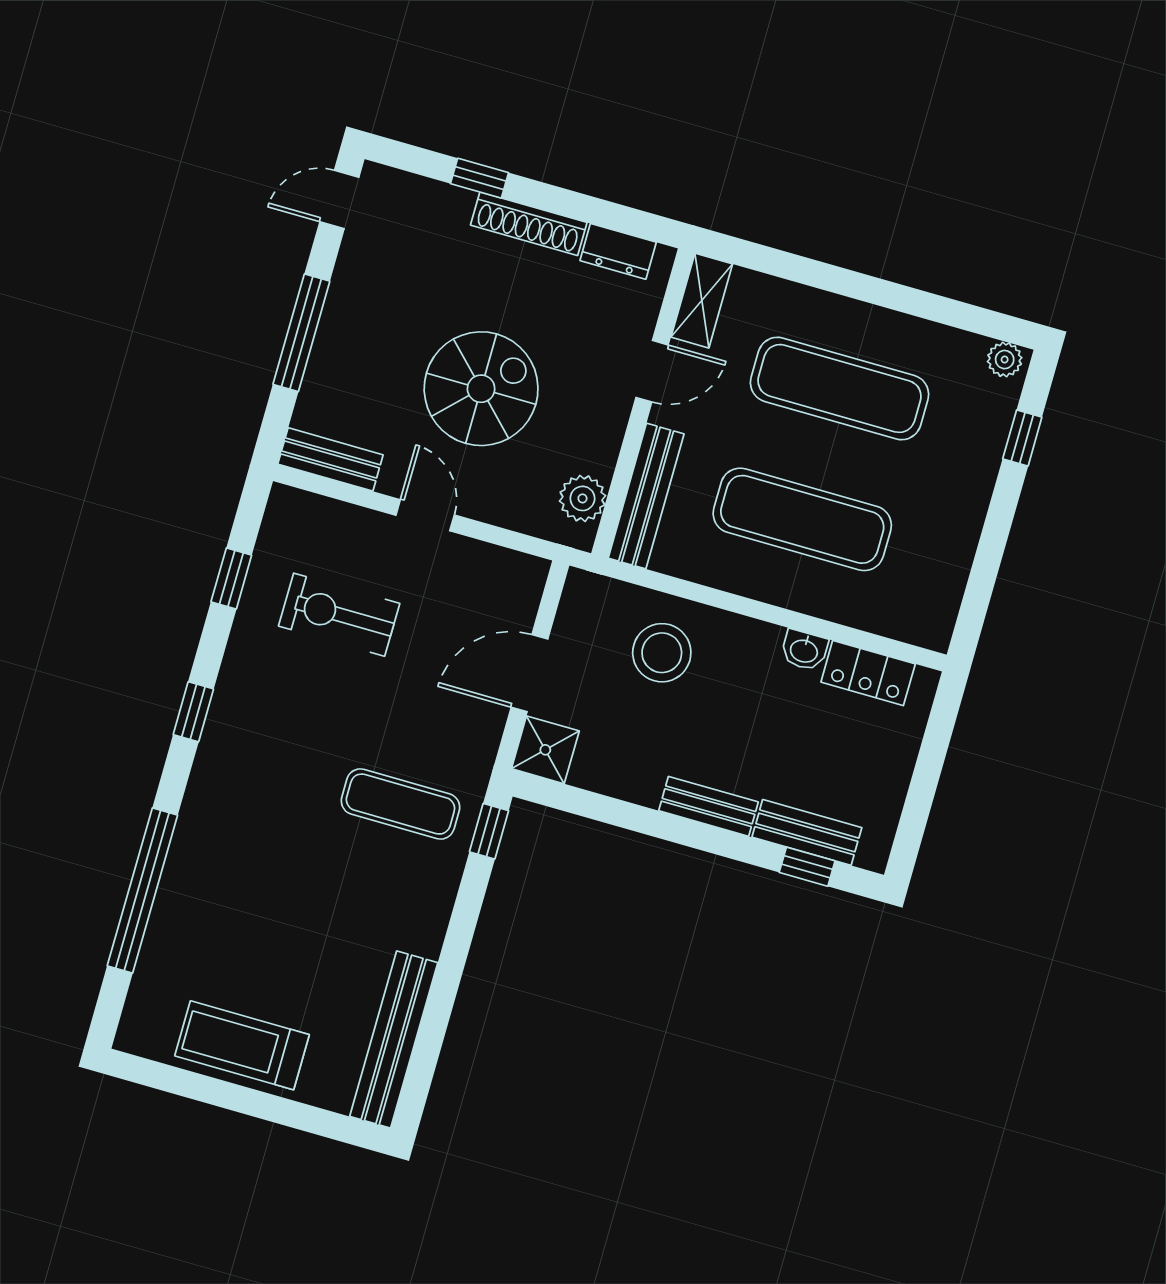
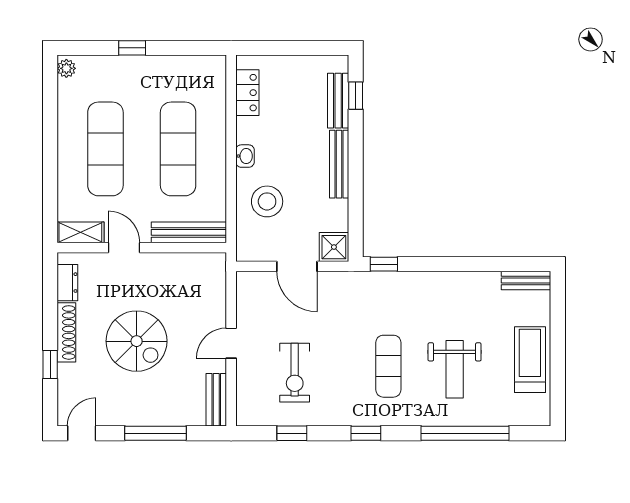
door: (339, 199) -> (82, 433), swing flipped
spiral stairs: (481, 389) -> (137, 341), moved, turned 180
window: (1022, 438) -> (132, 48), moved
plant: (582, 498) -> (199, 265), removed
washbasin: (804, 650) -> (245, 156), moved
exercise mat: (400, 804) -> (388, 366), moved
bench: (708, 806) -> (339, 164), width x1.36
weight bench: (263, 904) -> (455, 369), added
bench: (394, 1039) -> (526, 281), width x0.54, depth x0.82
treadmill: (242, 1045) -> (530, 360), turned 180

